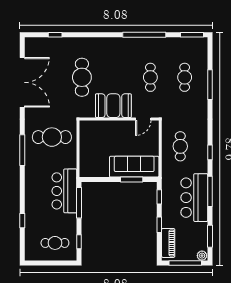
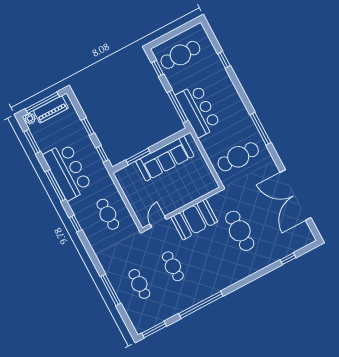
sofa: (134, 167) -> (165, 159), moved
cafe table: (55, 243) -> (180, 55), width x1.37, depth x1.35
piano: (168, 243) -> (51, 109), moved, turned -90

